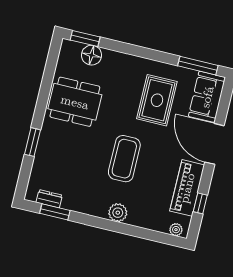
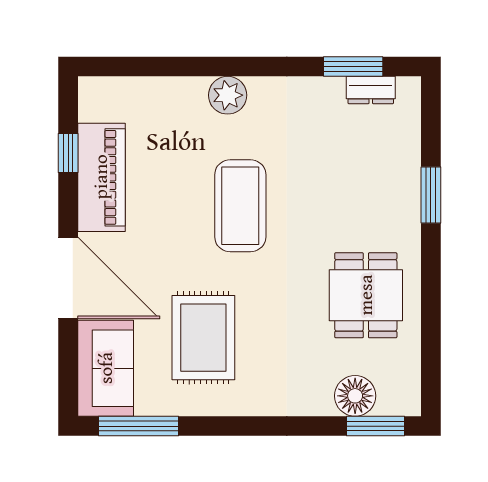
dining table: (75, 102) -> (366, 295), width x0.73
plant: (176, 230) -> (104, 89), removed

